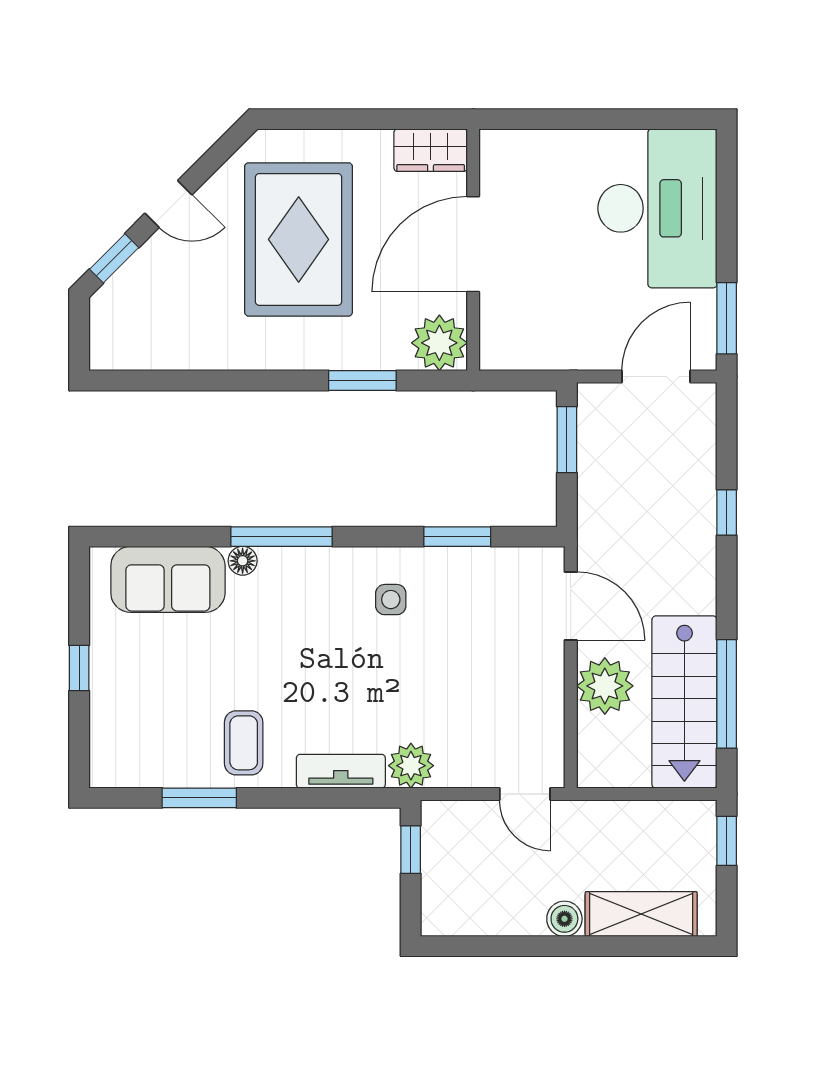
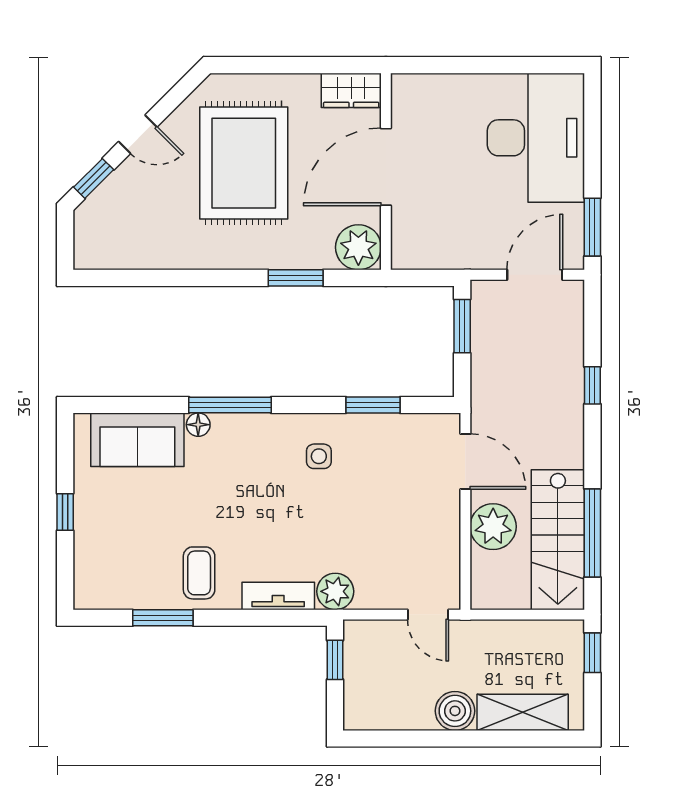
boiler: (564, 919) -> (455, 711), width x1.36, depth x1.36

